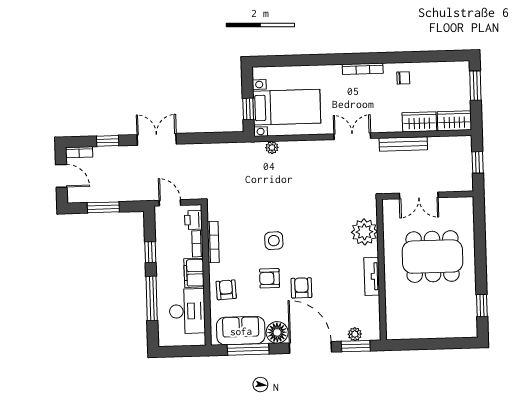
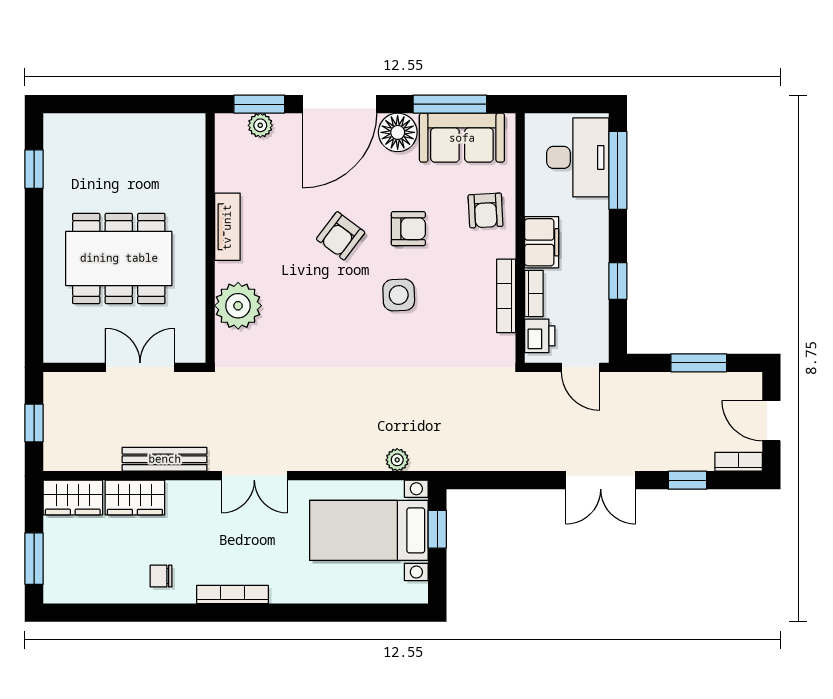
armchair: (301, 288) -> (341, 236), moved, turned 37
window: (152, 298) -> (618, 170), moved
desk: (187, 311) -> (578, 157), moved, turned 180
door: (310, 347) -> (339, 104), hinge flipped

